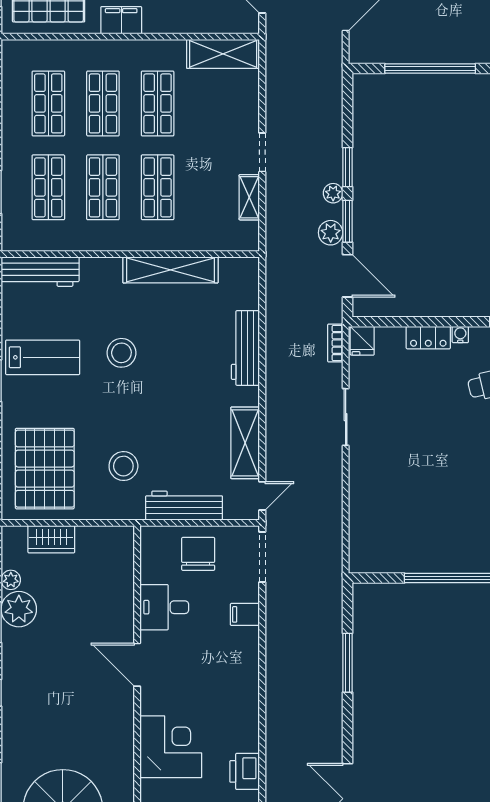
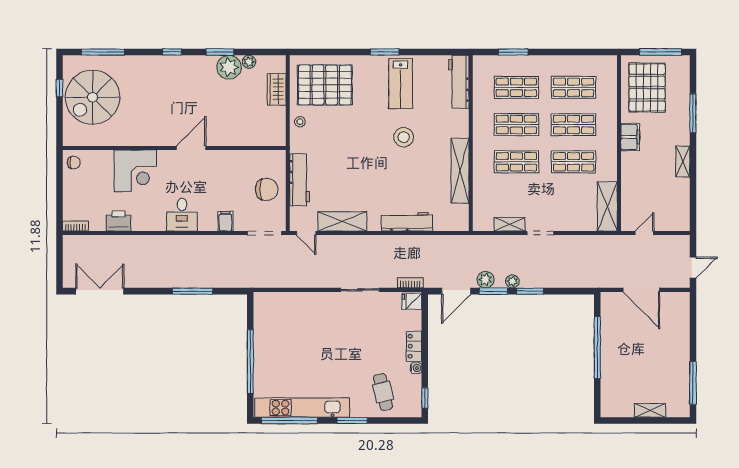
stool: (123, 466) -> (300, 122), moved, width x0.53, depth x0.53
desk: (164, 607) -> (182, 215), moved, turned 180

